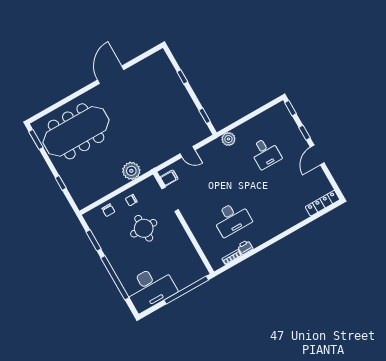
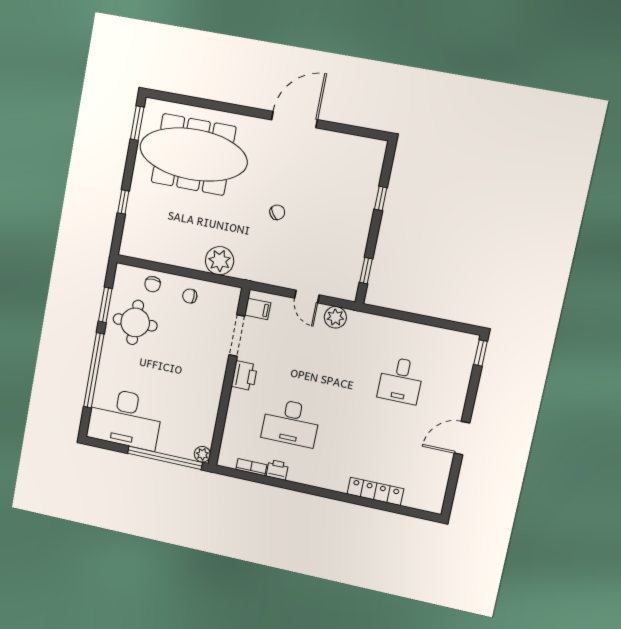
chair: (139, 124) -> (277, 212), added
window: (304, 133) -> (471, 398), removed
plant: (228, 139) -> (335, 317), moved
locker: (322, 203) -> (375, 491), moved
printer: (190, 216) -> (244, 376), added
round table: (144, 228) -> (135, 322), moved
plant: (203, 272) -> (202, 454), added

